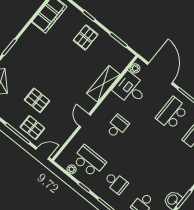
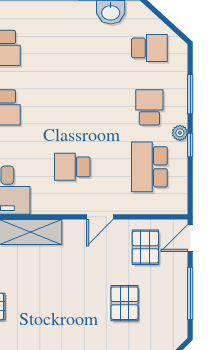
pallet: (32, 128) -> (145, 247), moved
door: (43, 153) -> (190, 238), hinge flipped
plant: (72, 169) -> (180, 133), moved

